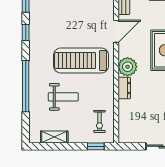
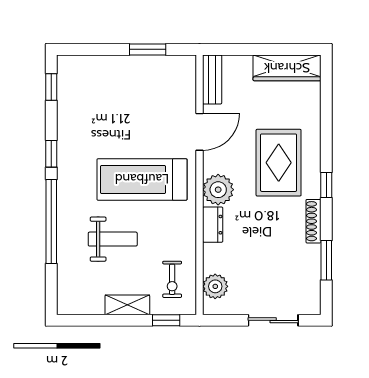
window: (26, 33) -> (51, 154), moved
plant: (126, 126) -> (215, 286), added
shelving: (54, 137) -> (127, 305), moved

